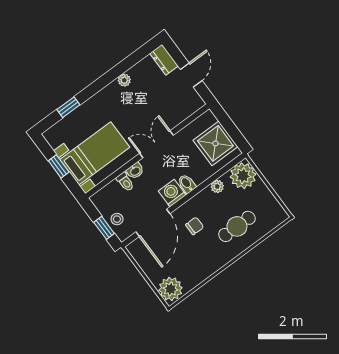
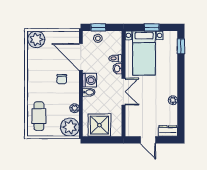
window: (68, 107) -> (181, 46), moved
cafe table: (237, 226) -> (39, 116), moved

